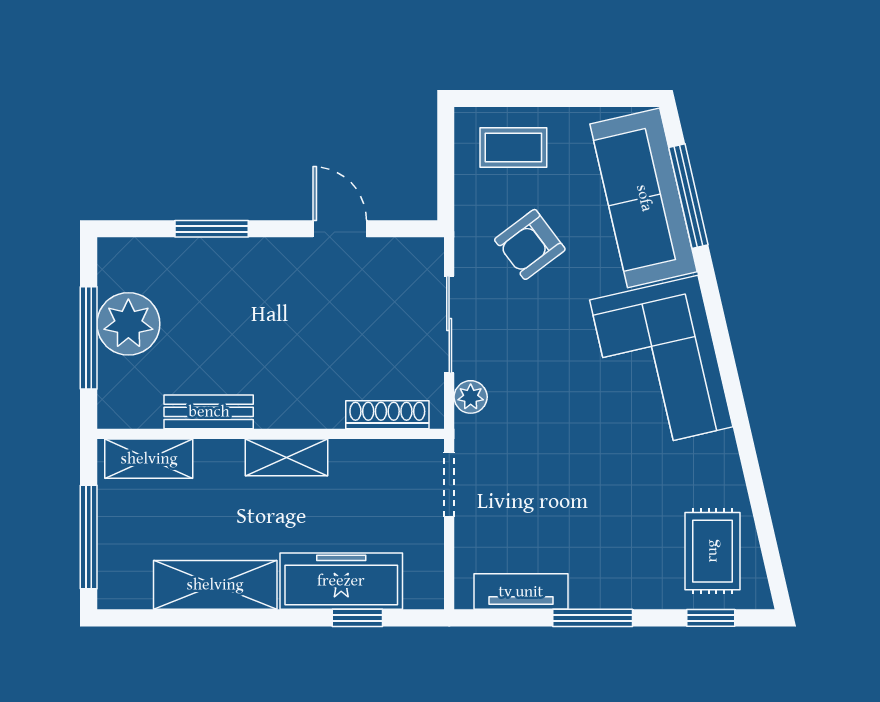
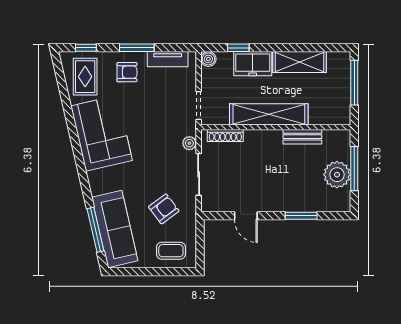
corner sofa: (661, 363) -> (102, 133), moved
shelving: (286, 457) -> (269, 114), width x2.20, depth x1.33
shelving: (149, 459) -> (328, 117), removed
armchair: (615, 562) -> (127, 72), added
freezer: (341, 581) -> (253, 64), width x0.71
boiler: (427, 592) -> (208, 59), added

